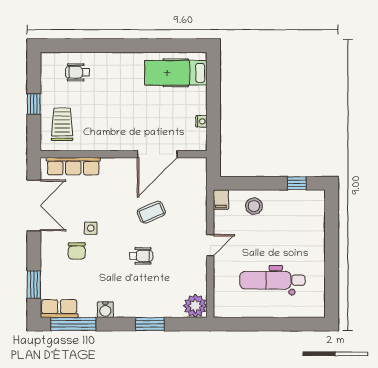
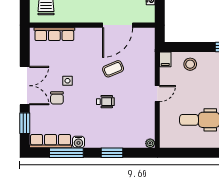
double door: (34, 205) -> (25, 86), moved
plant: (195, 306) -> (150, 143), width x0.53, depth x0.53
row of seats: (59, 309) -> (51, 141), width x1.48
window: (73, 324) -> (66, 153), moved

